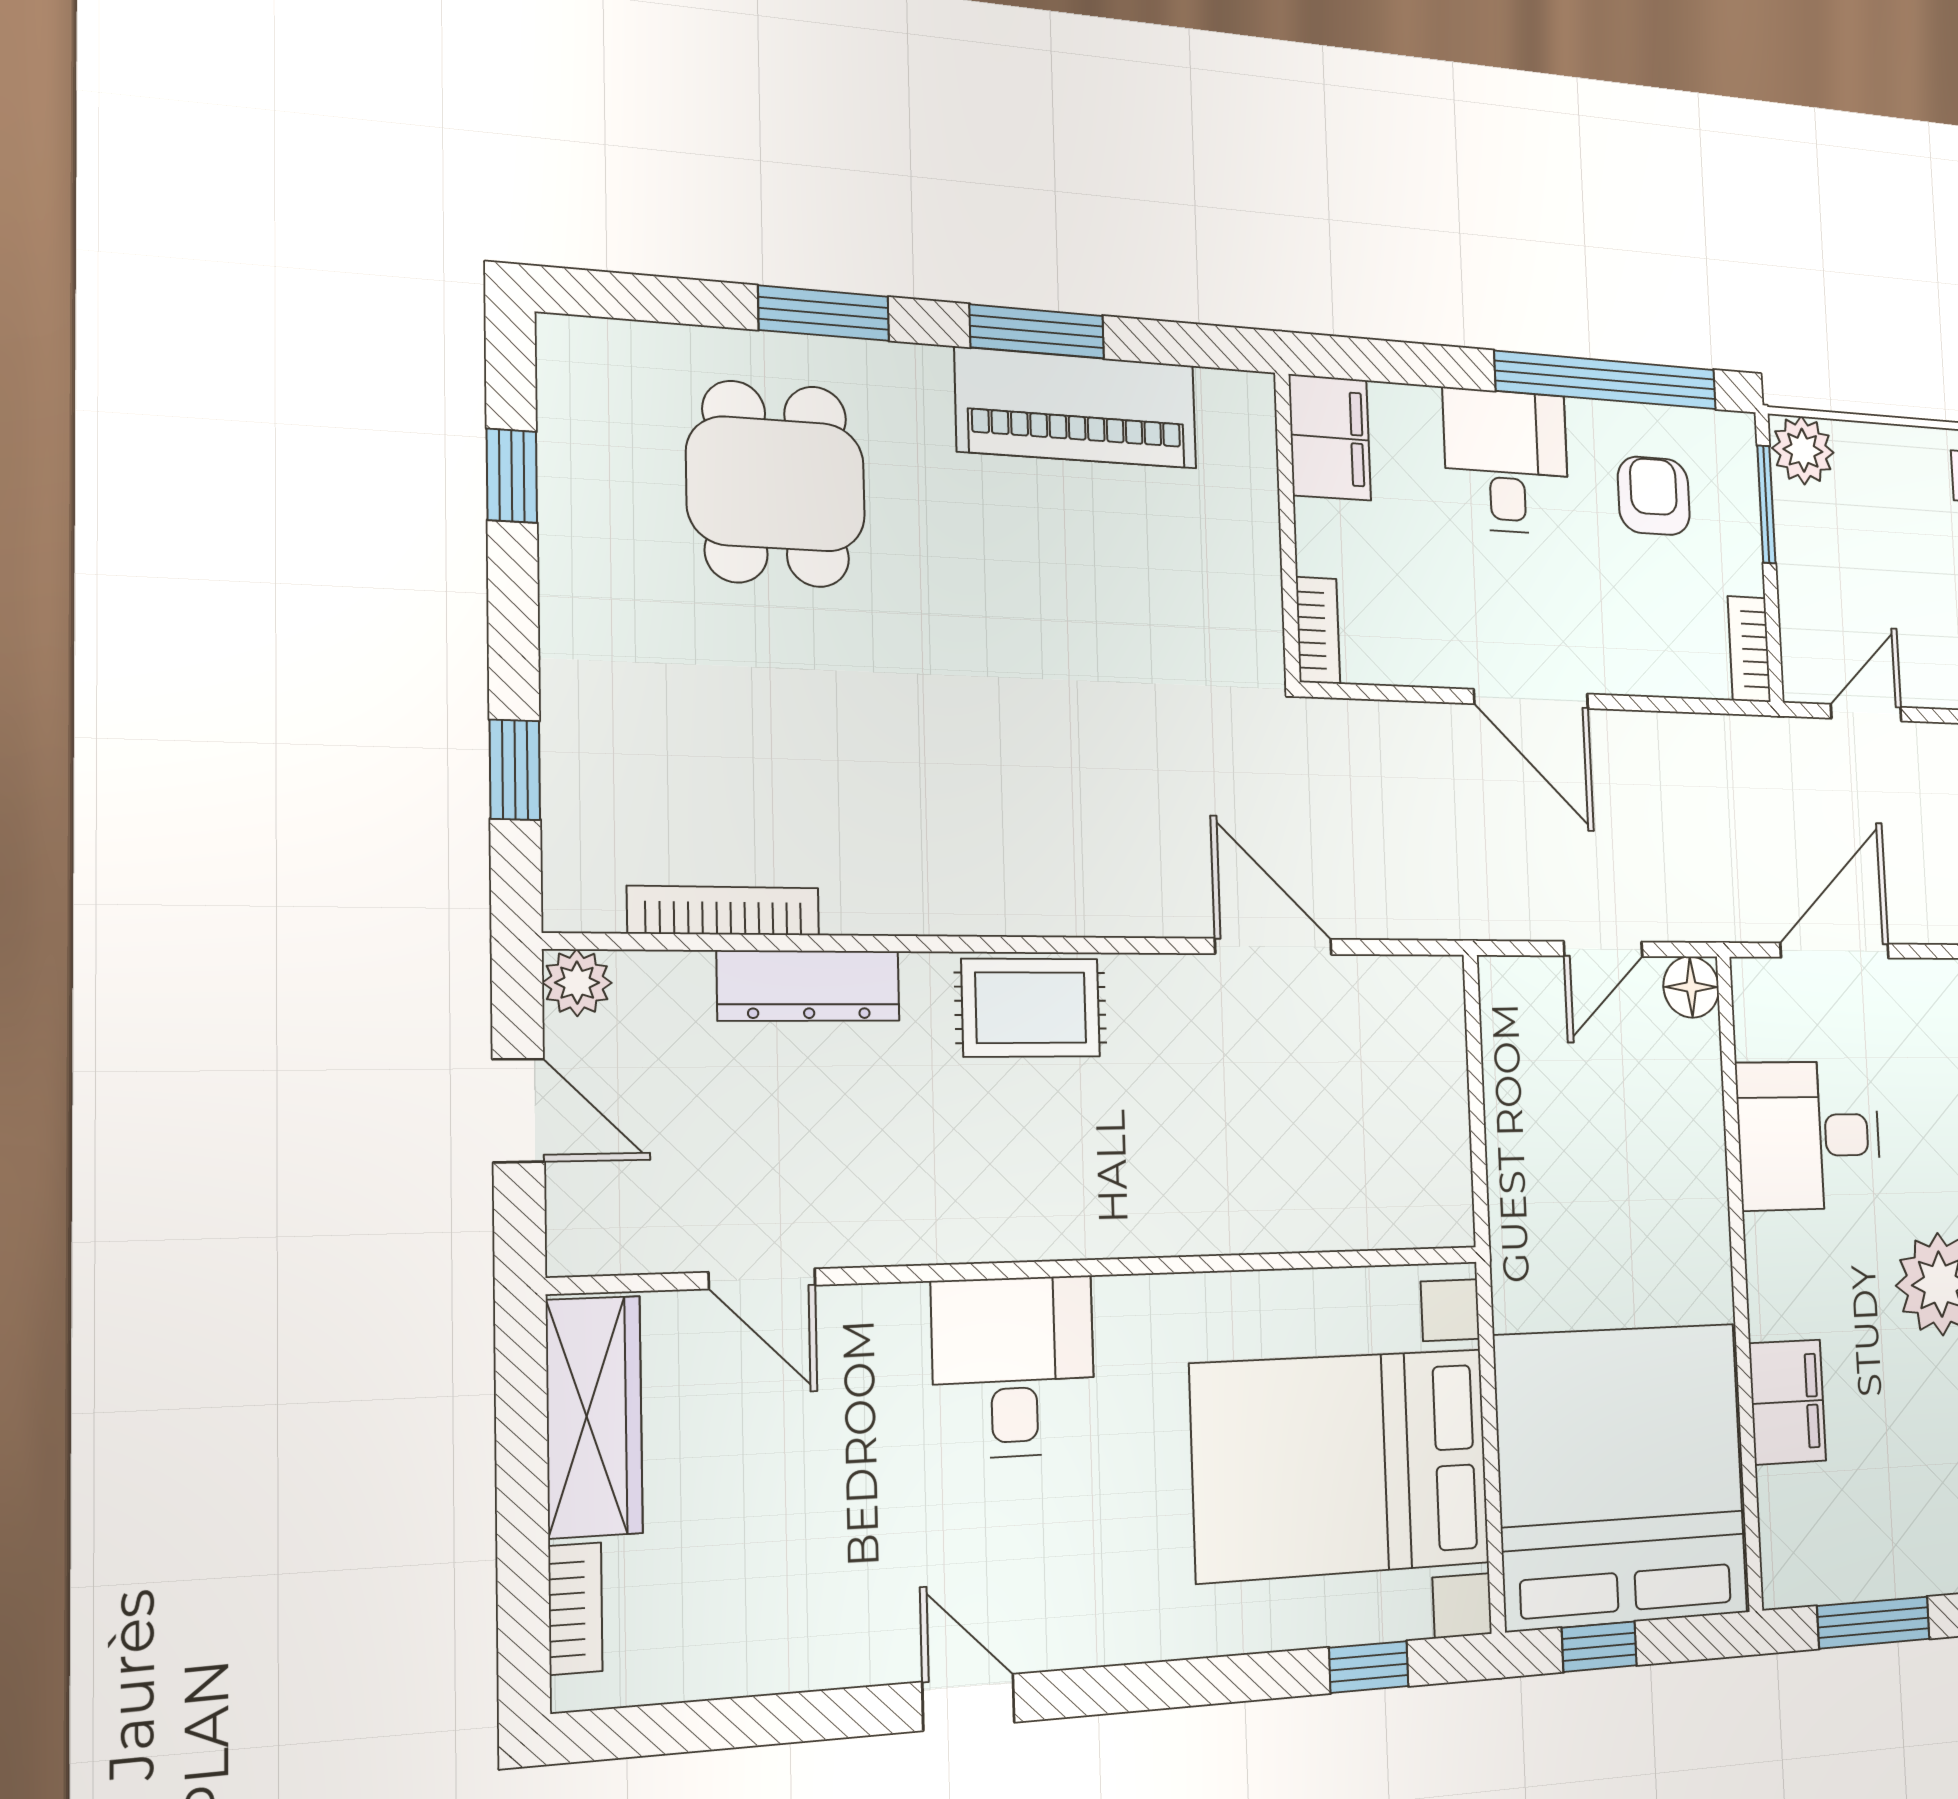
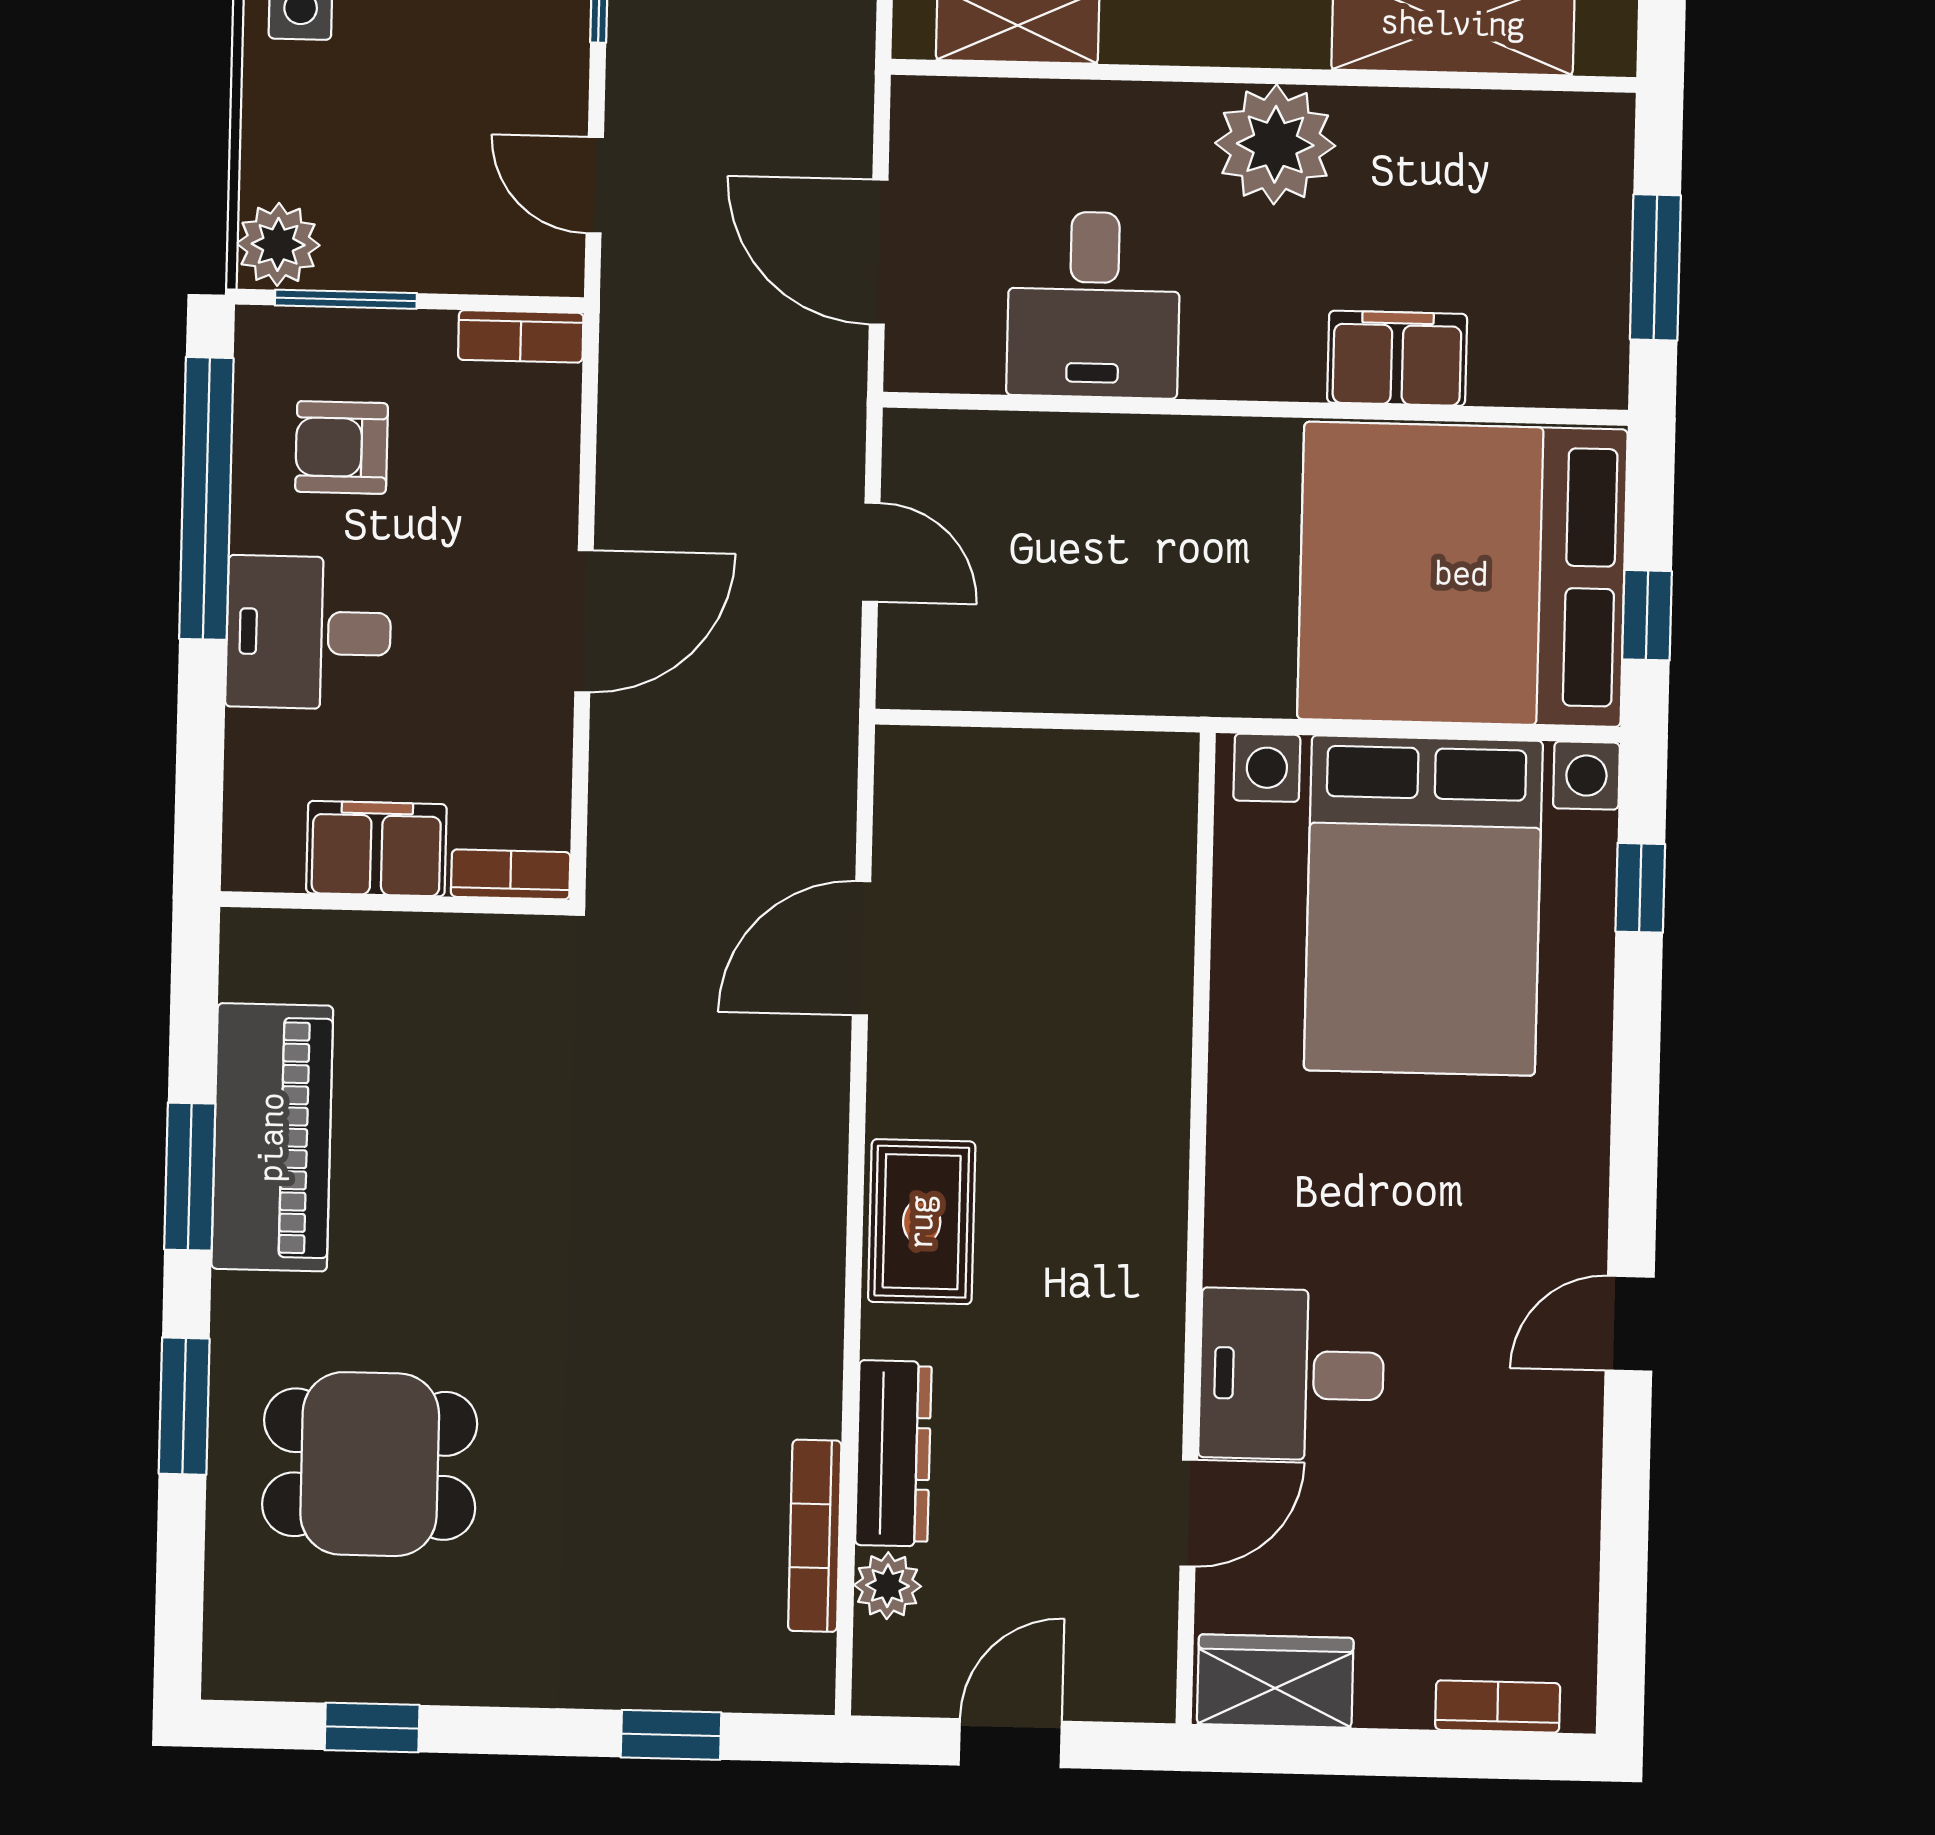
filing cabinet: (1330, 437) -> (376, 849), moved
plant: (577, 983) -> (888, 1586), moved
floor lamp: (1691, 987) -> (917, 444), removed
desk: (1014, 1367) -> (1292, 1374), moved
wardrobe: (594, 1417) -> (1275, 1681), width x0.67

